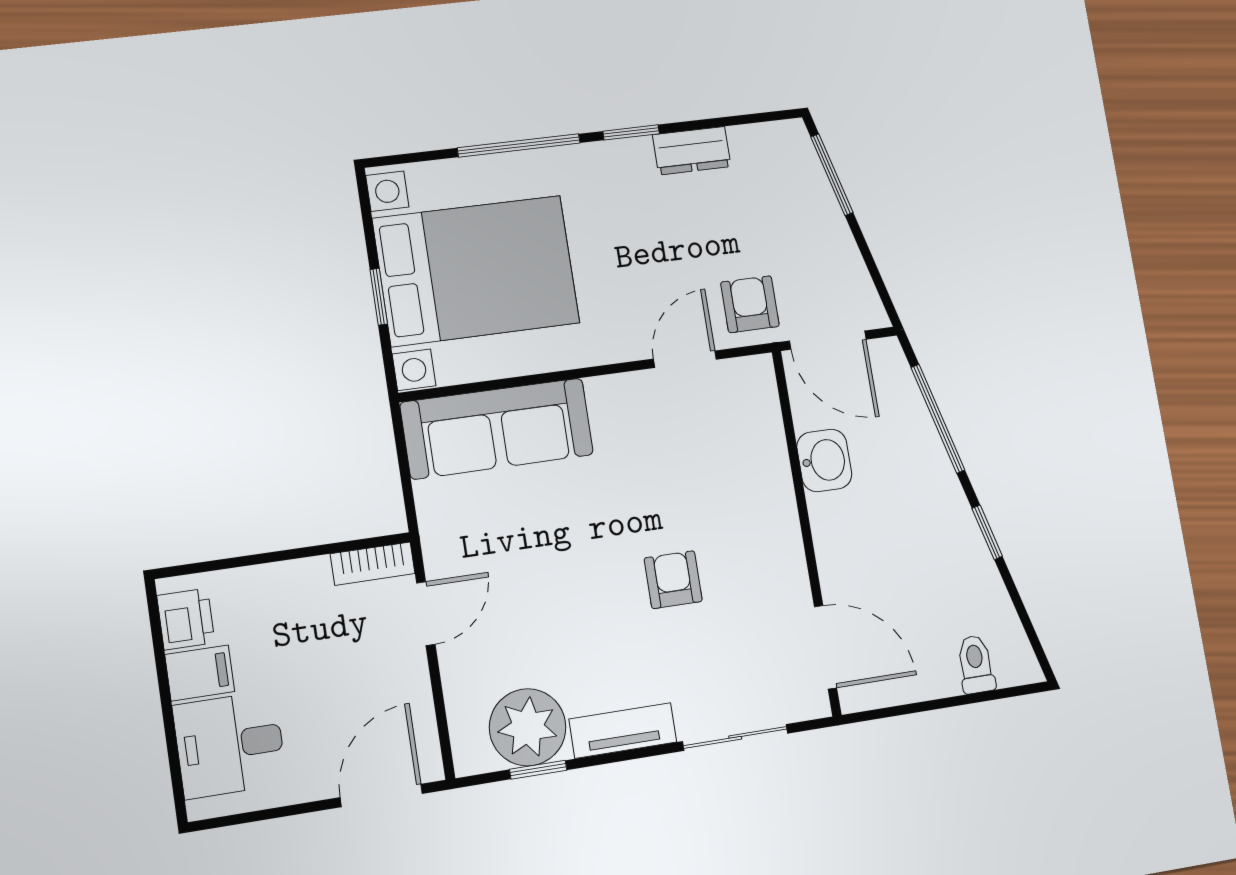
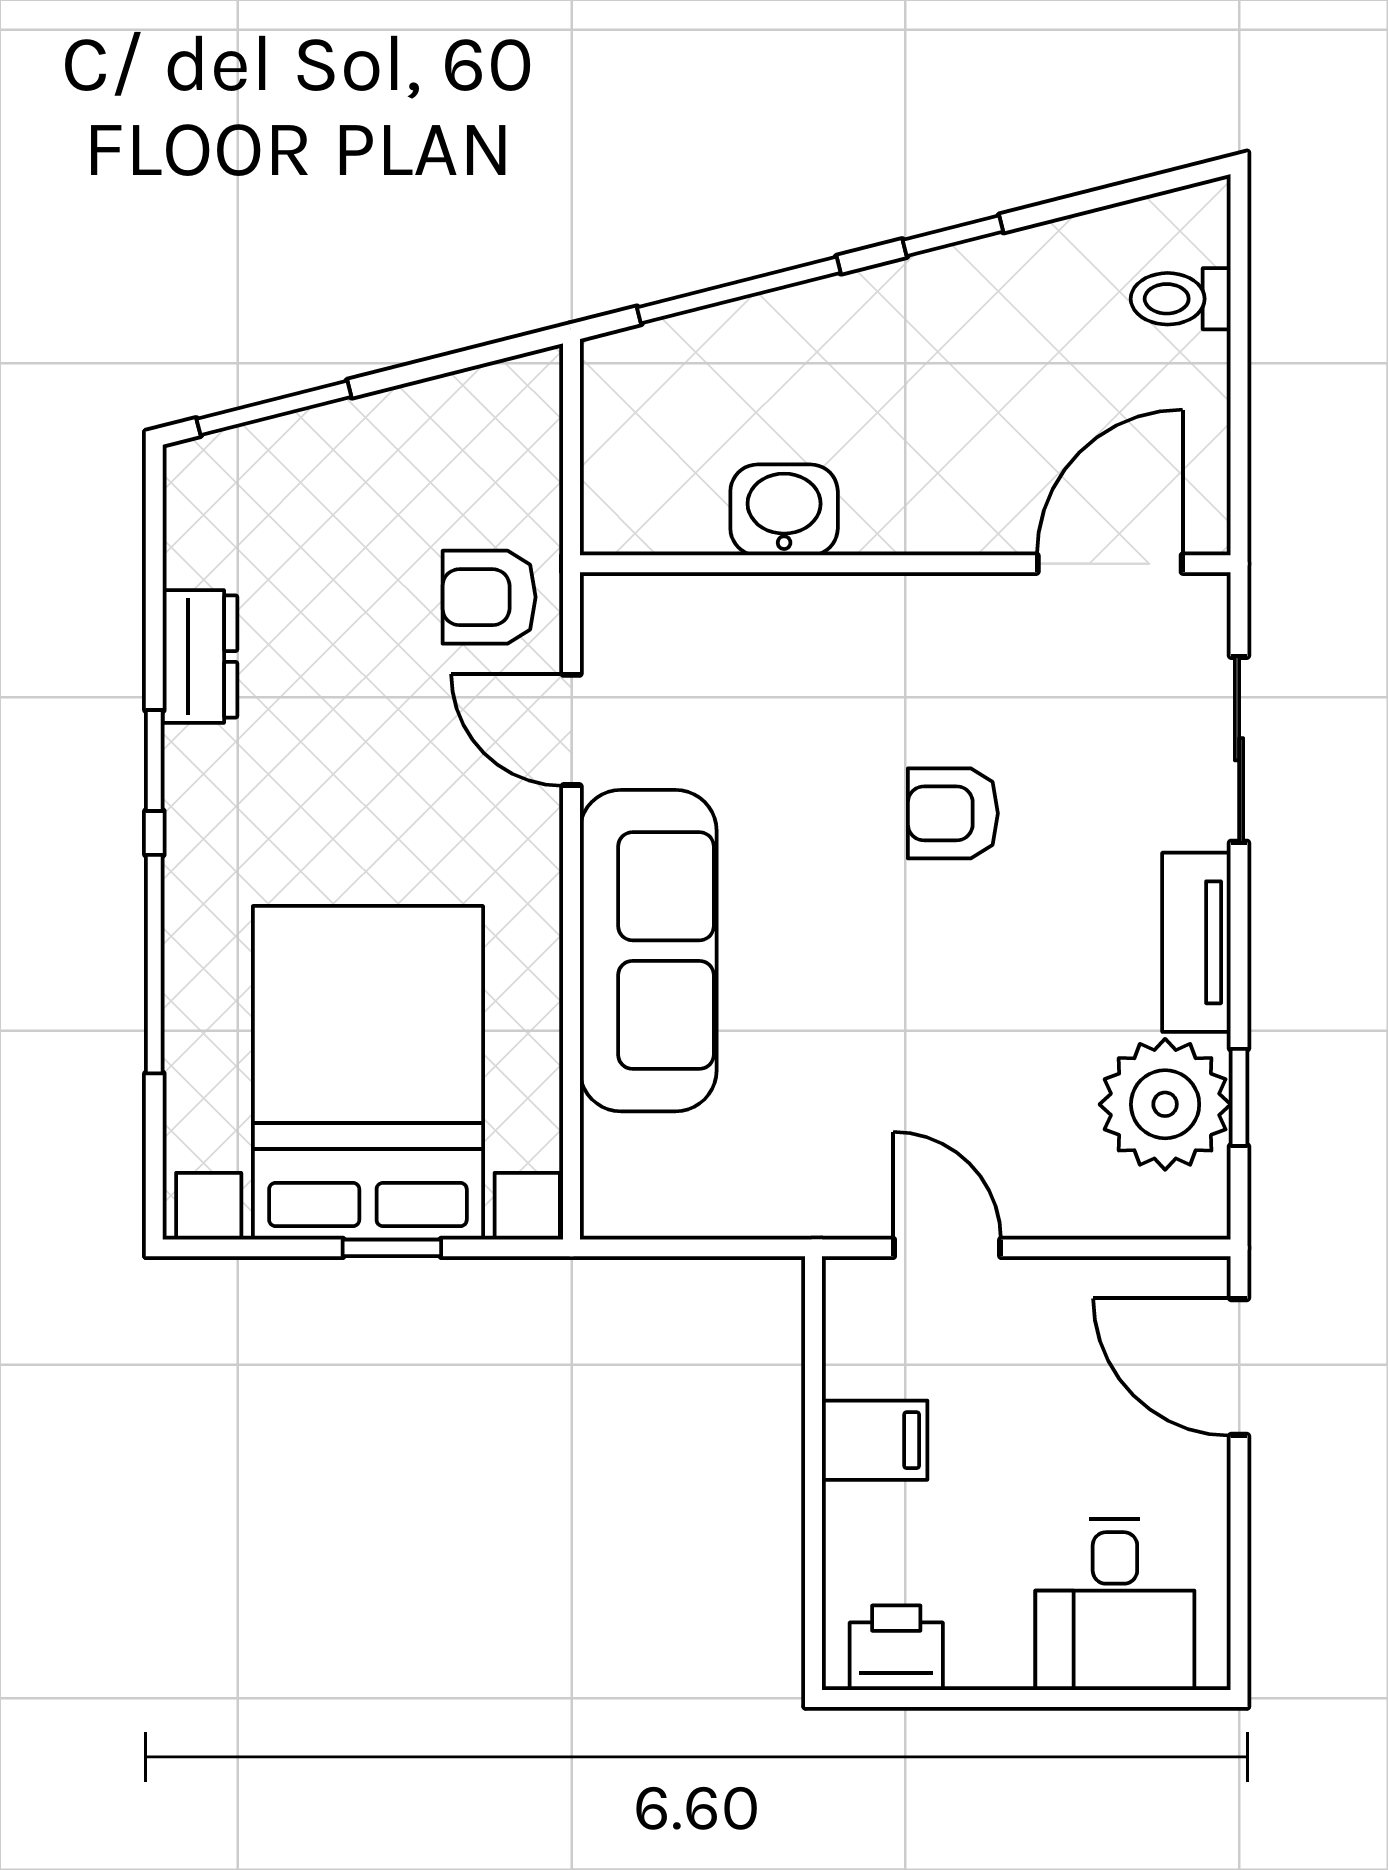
door: (828, 340) -> (572, 467), removed
sofa: (497, 429) -> (648, 951), moved
bookcase: (373, 564) -> (849, 1325), removed
filing cabinet: (200, 673) -> (875, 1440), moved, turned 90

